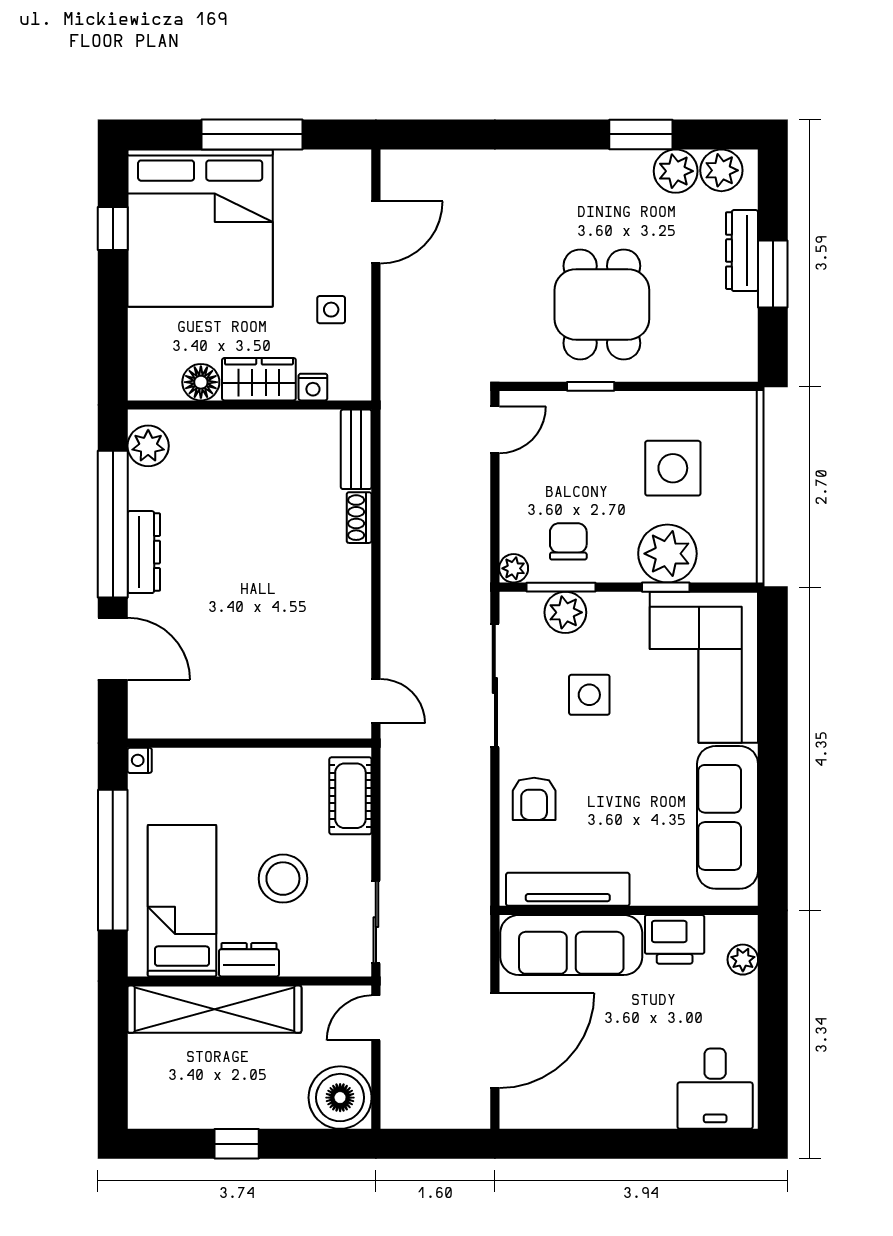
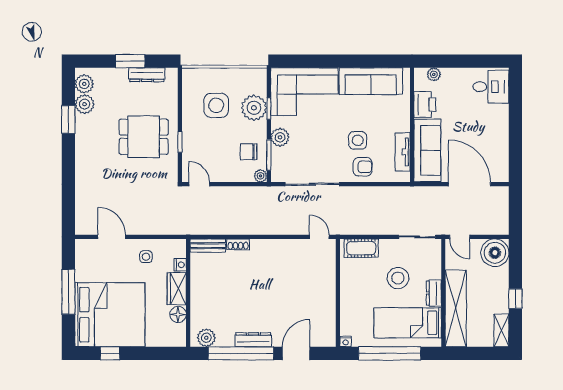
dresser: (742, 251) -> (147, 75), moved
plant: (565, 612) -> (280, 137), moved
side table: (589, 695) -> (358, 140), moved
door: (376, 701) -> (319, 237), hinge flipped
tv unit: (568, 889) -> (403, 152), width x0.71
shelving: (165, 1112) -> (501, 330), added

